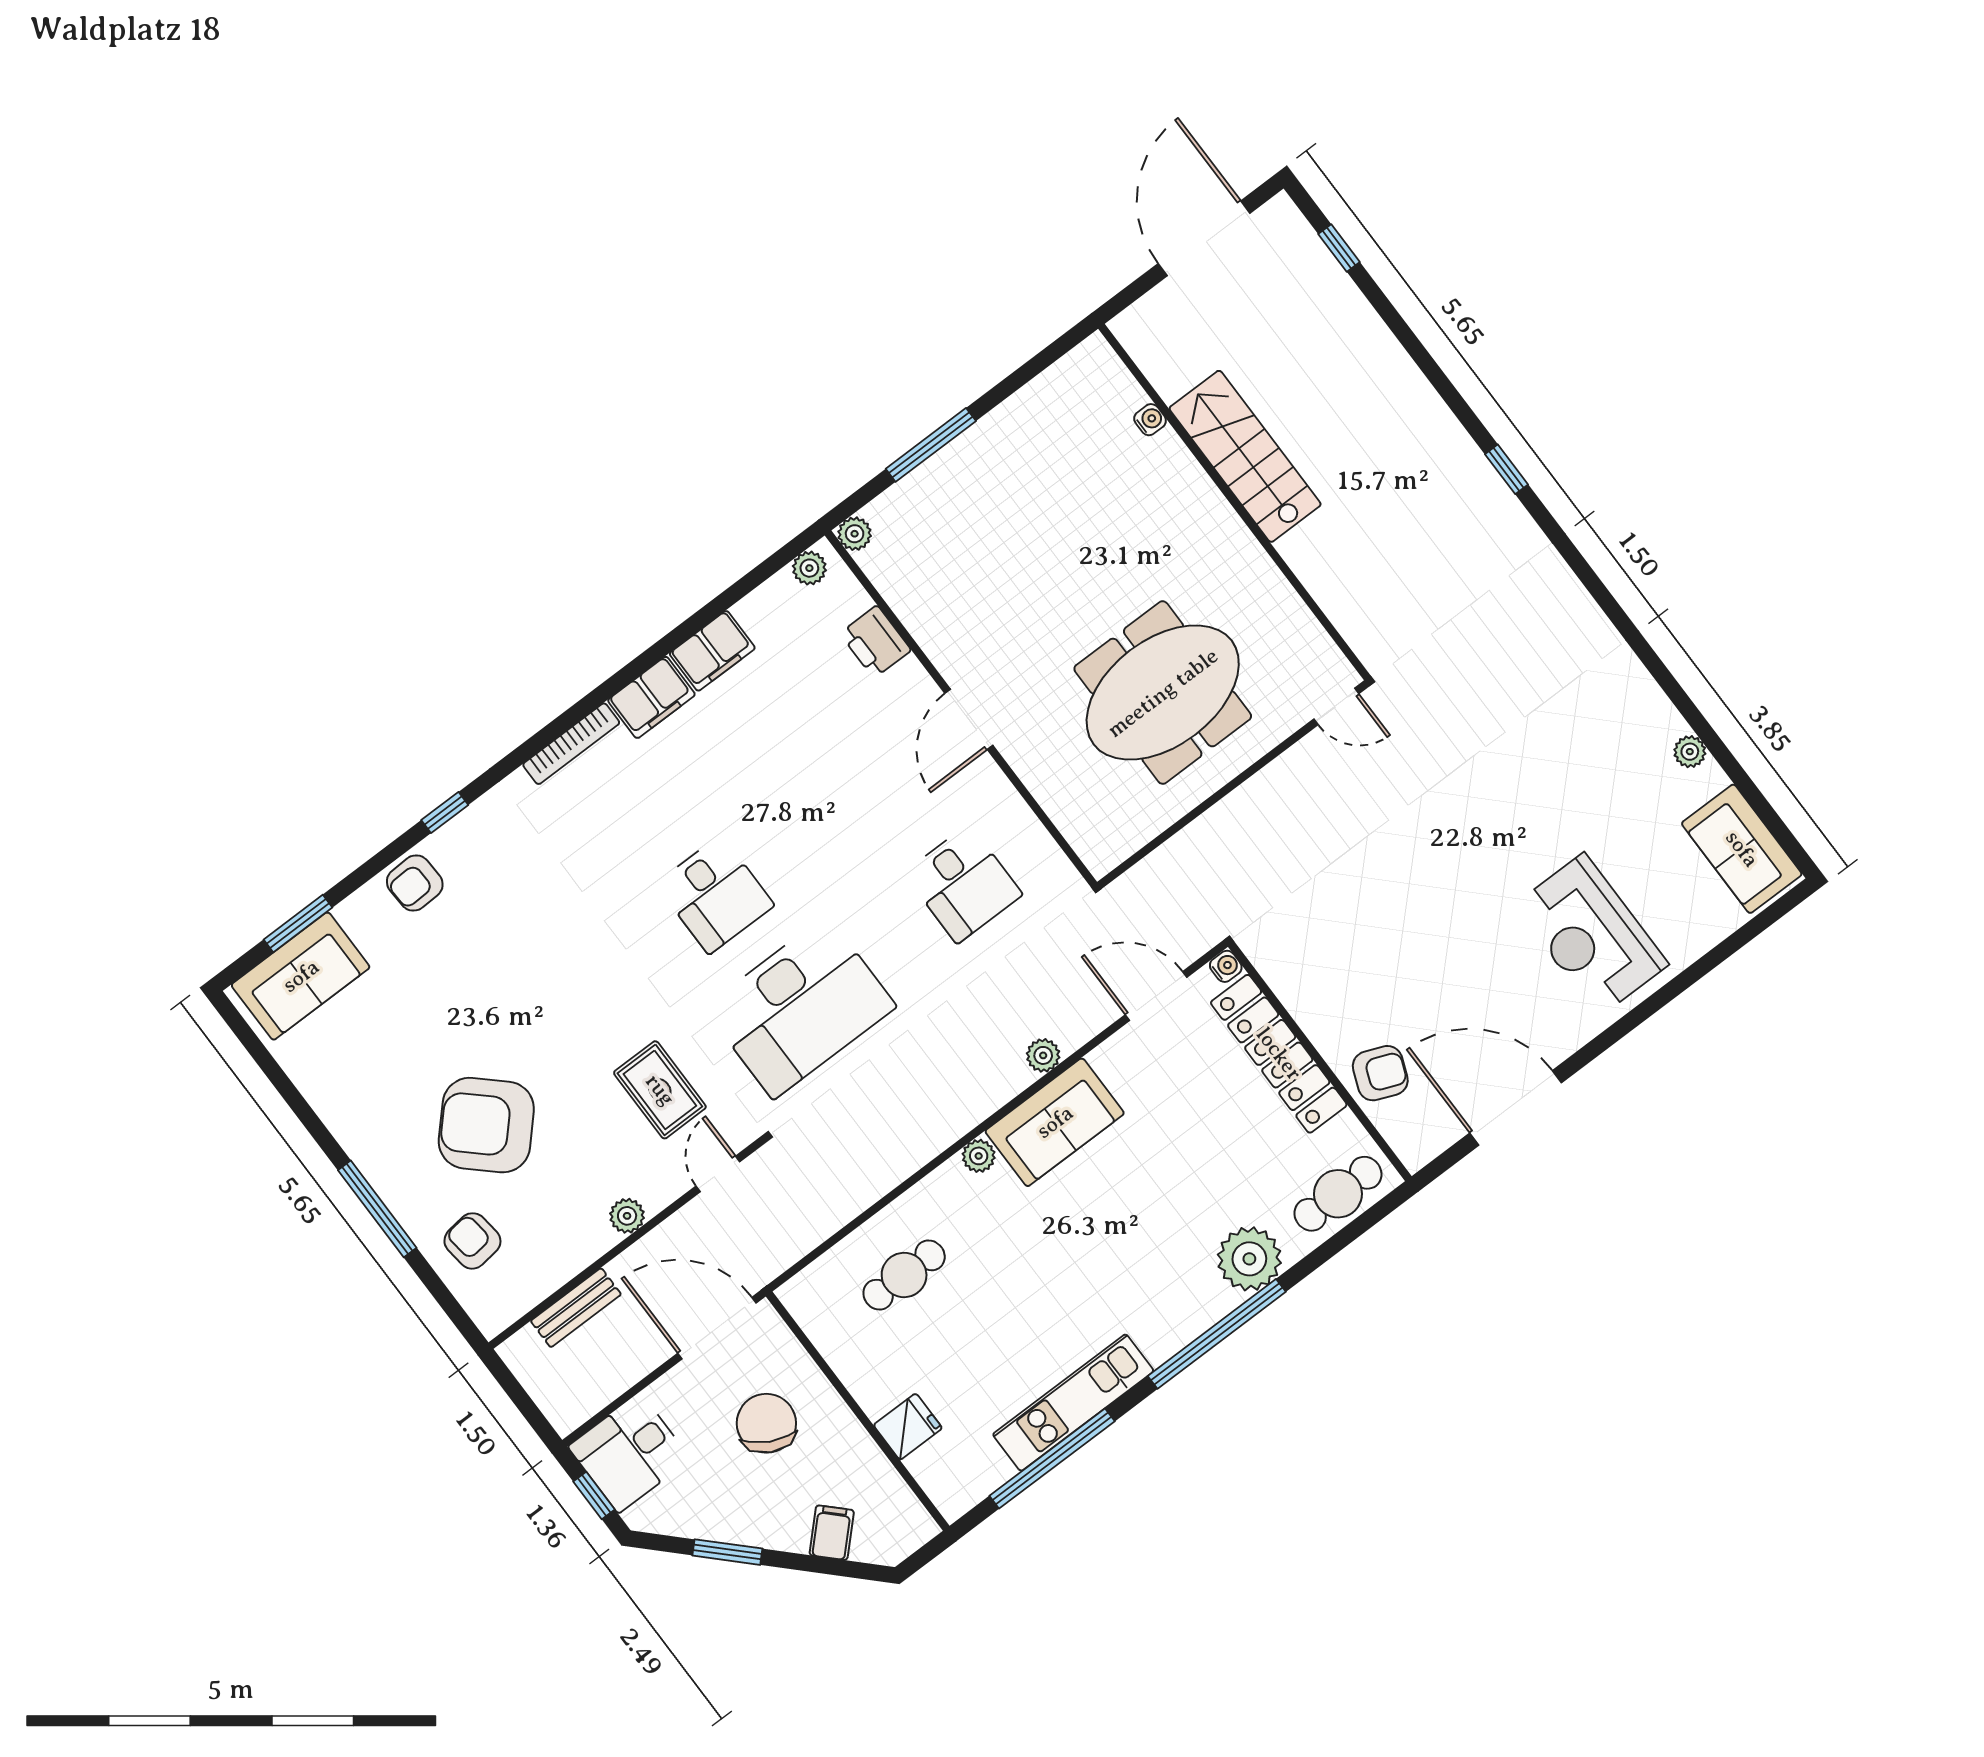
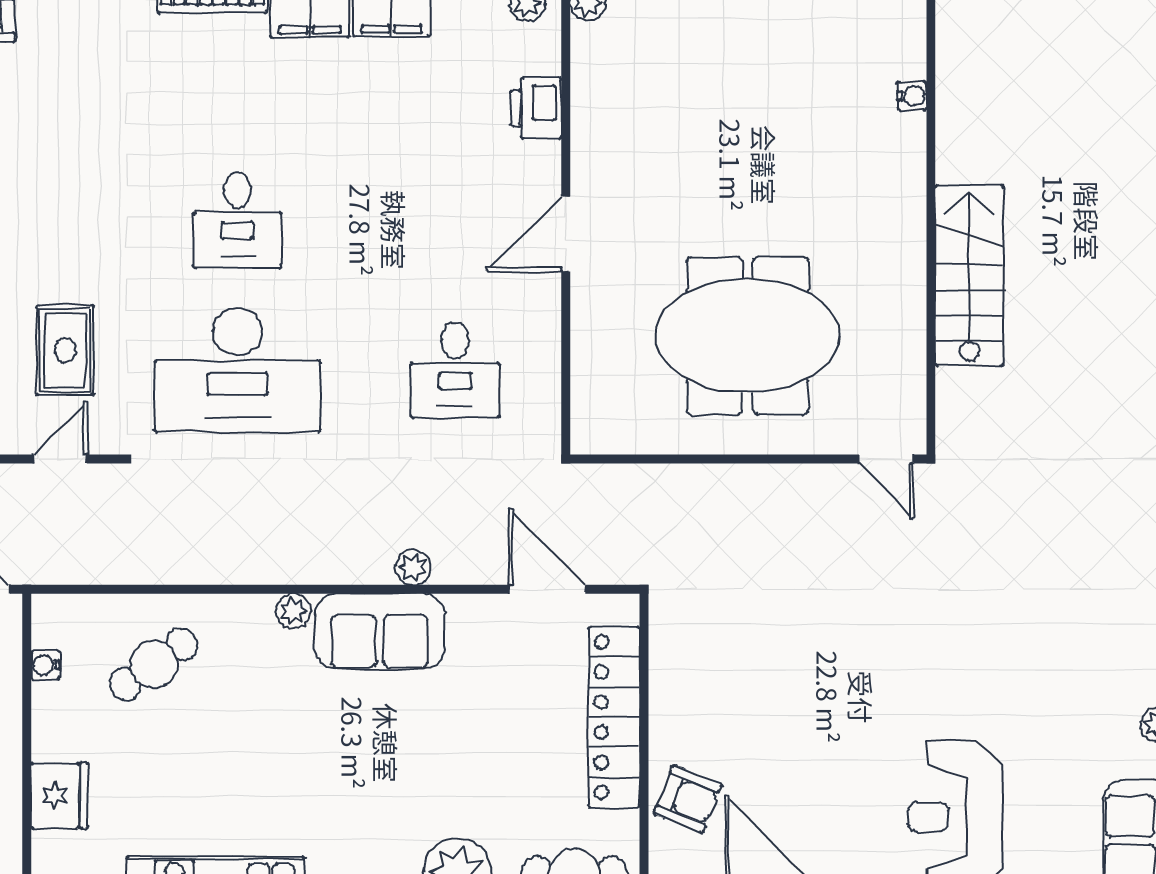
stairs: (1245, 456) -> (969, 275), moved
water cooler: (1226, 966) -> (46, 665), moved, turned 180
cafe table: (904, 1275) -> (154, 664), turned -35
fridge: (908, 1427) -> (59, 796), width x1.38

